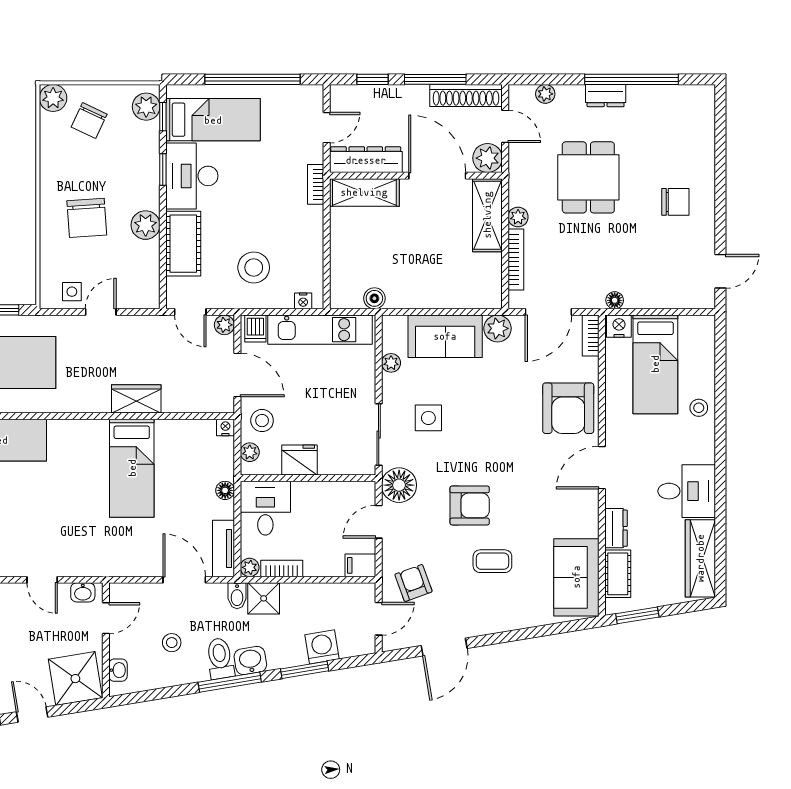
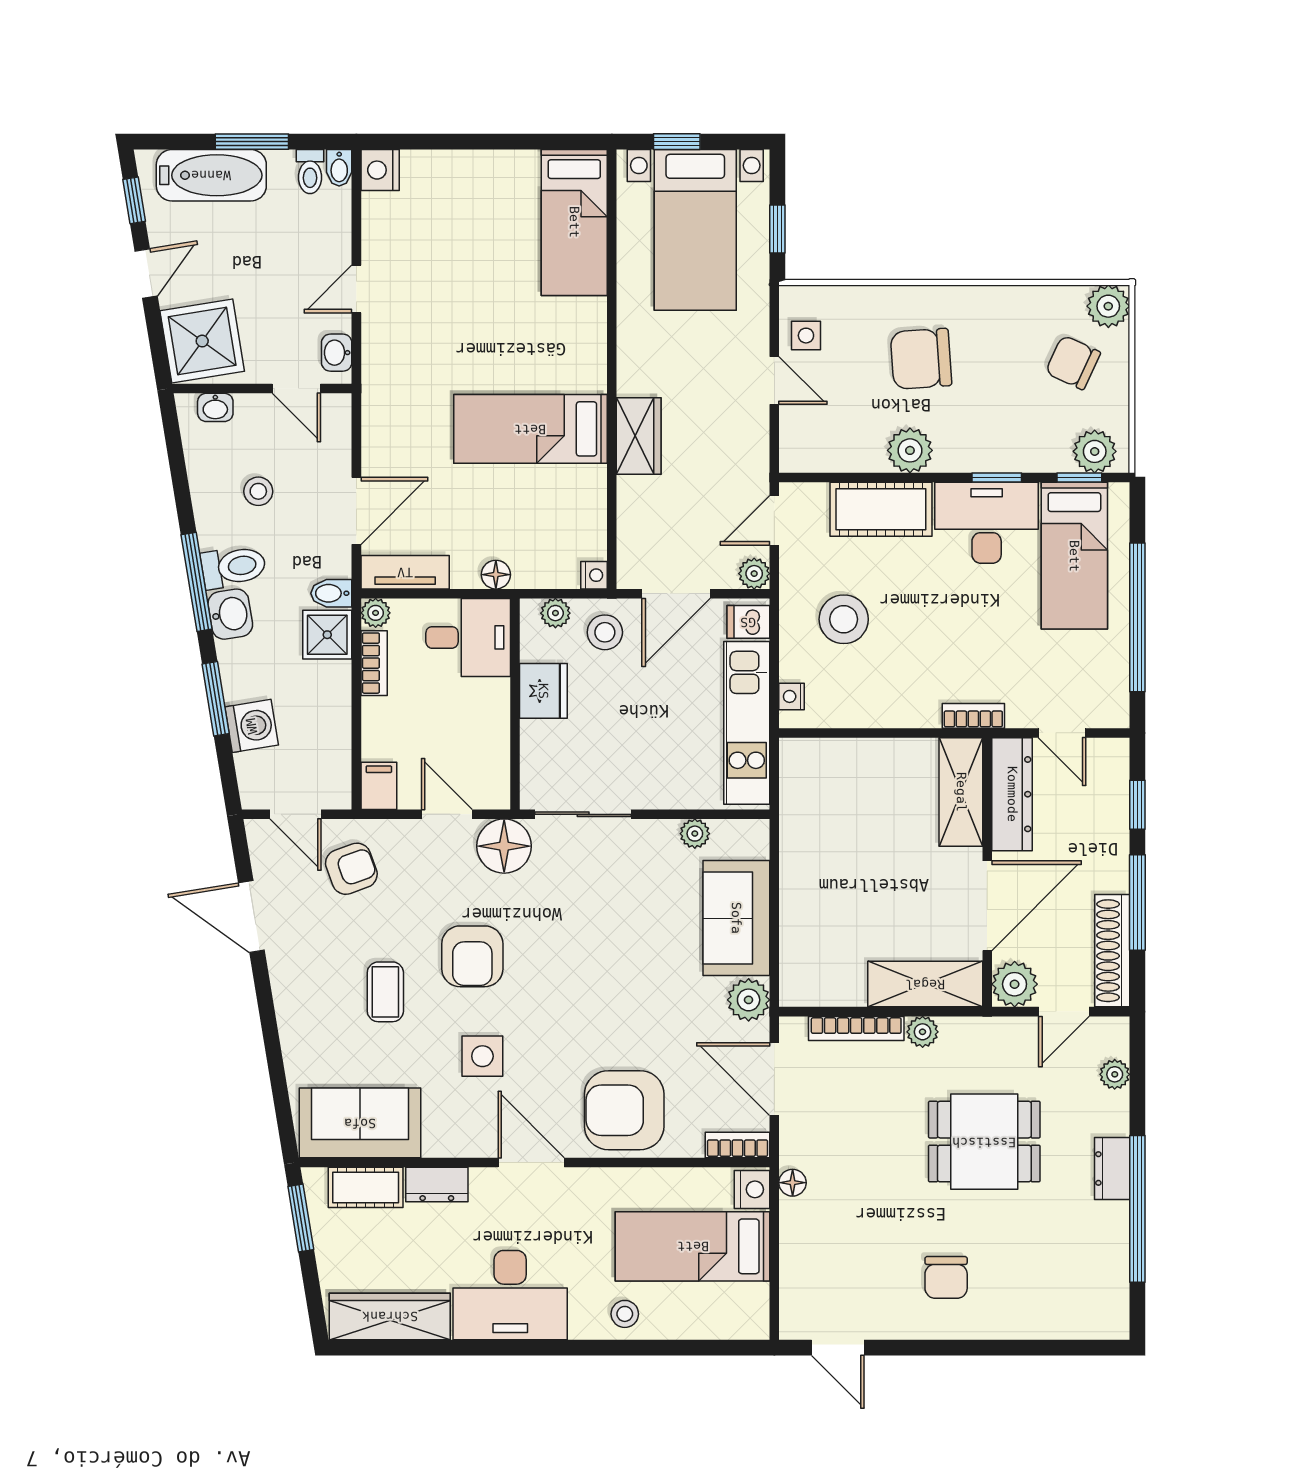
boiler: (374, 298) -> (796, 808), removed
side table: (428, 418) -> (482, 1056), moved
desk: (687, 491) -> (510, 1295), width x1.37

